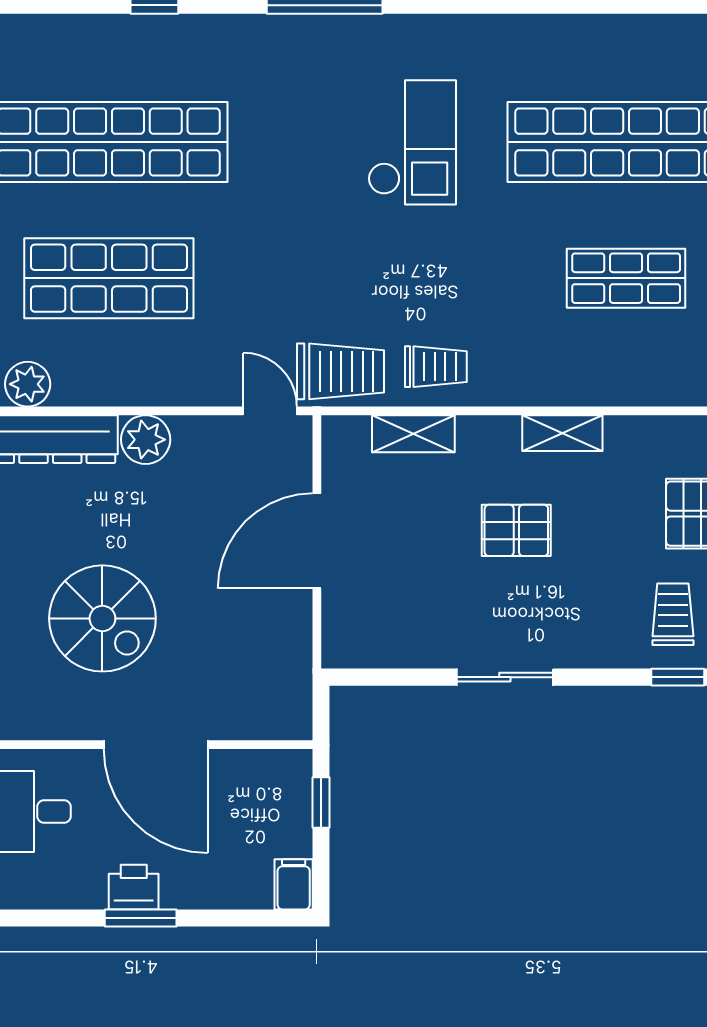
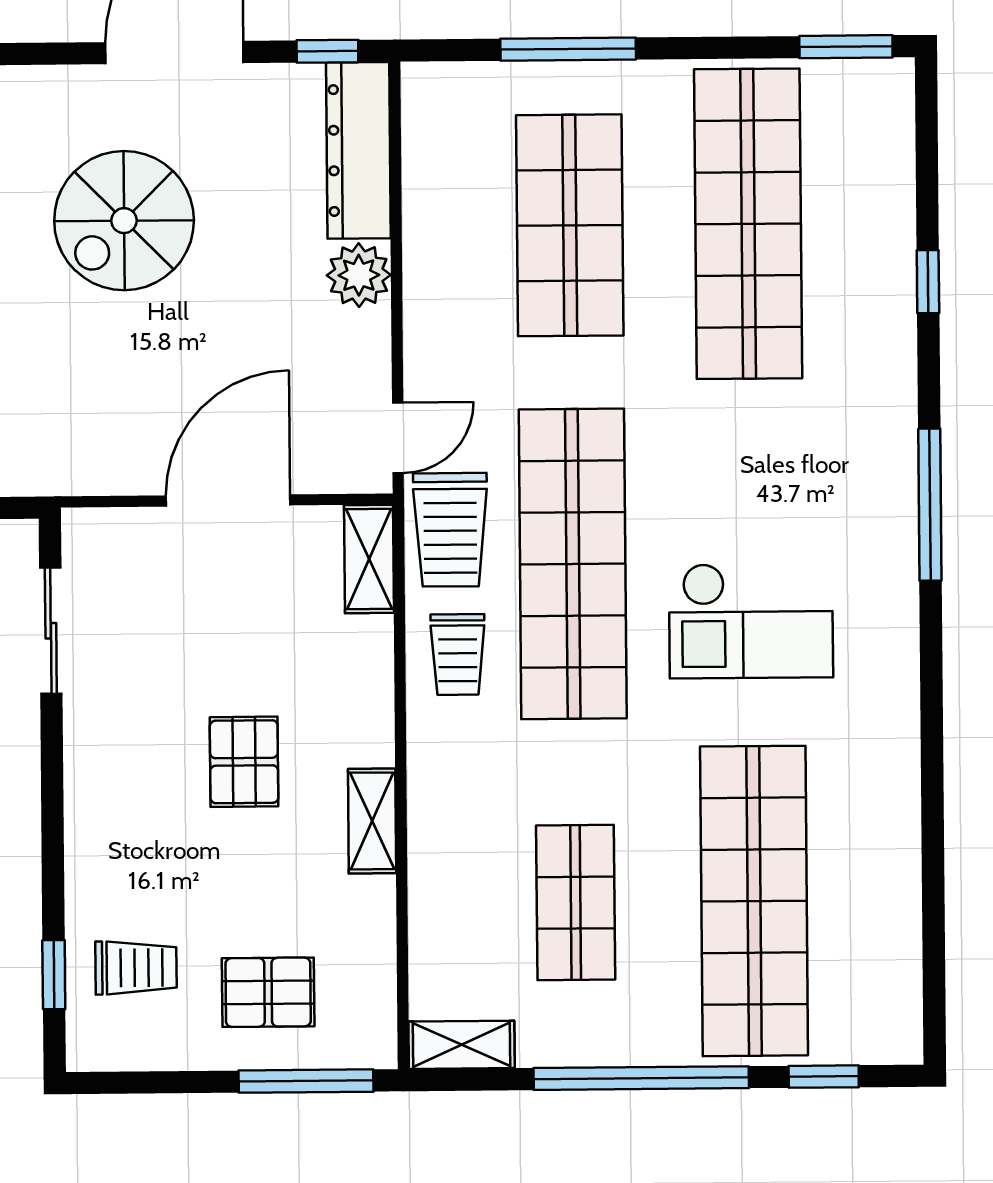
shop shelf: (368, 278) -> (573, 564), added
plant: (28, 384) -> (430, 120), removed
shelving: (413, 434) -> (369, 559), moved
door: (317, 541) -> (228, 500), hinge flipped
sliding door: (505, 677) -> (51, 631), moved

